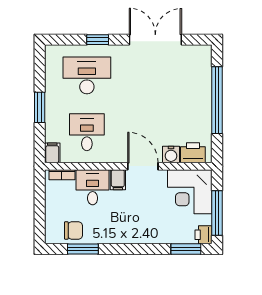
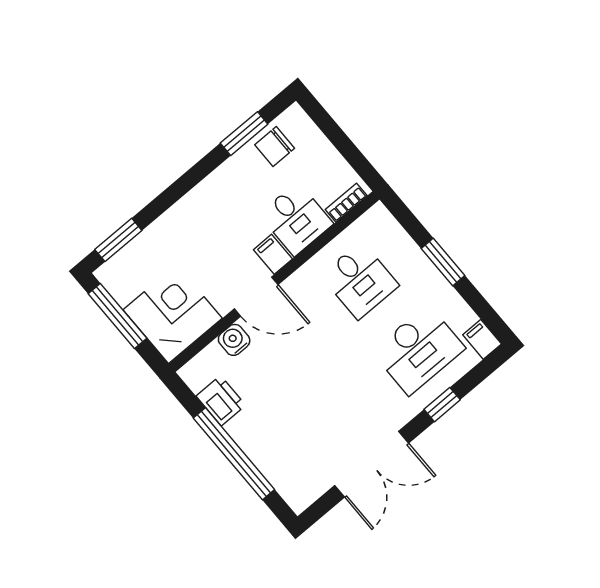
filing cabinet: (52, 153) -> (482, 339), moved, turned 180
printer: (193, 153) -> (221, 401), moved, turned -90
printer: (204, 235) -> (111, 276), removed

